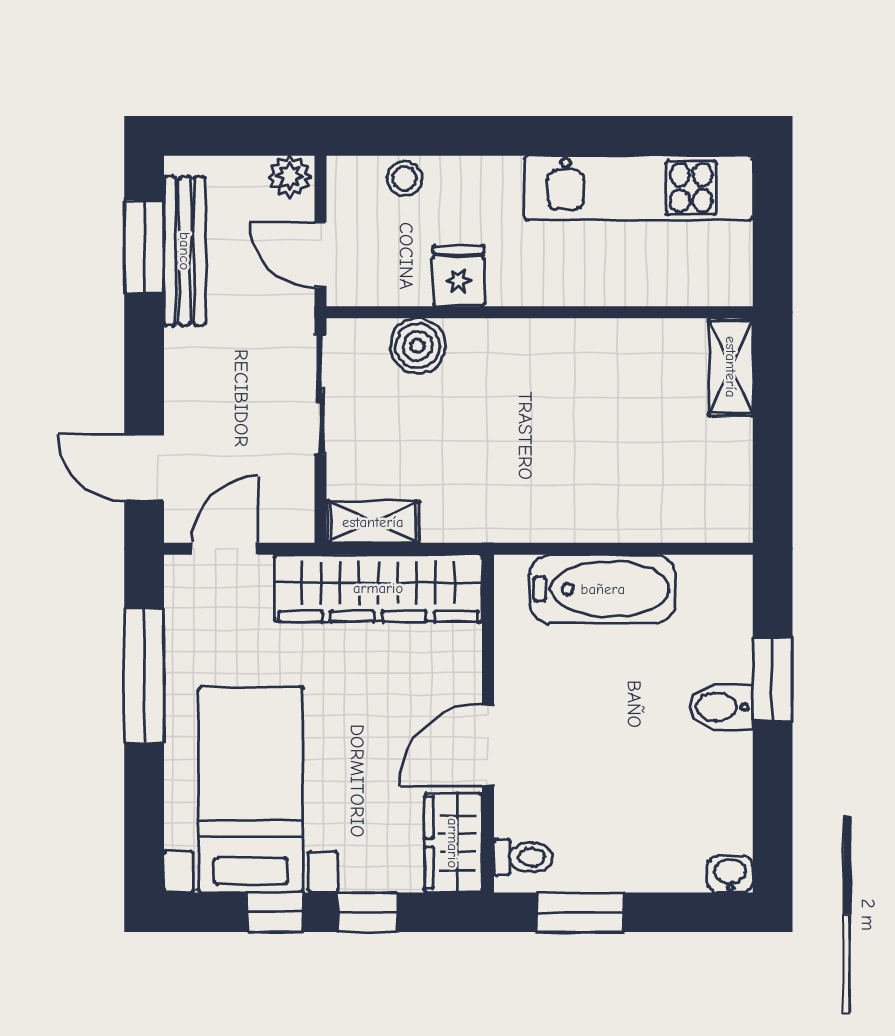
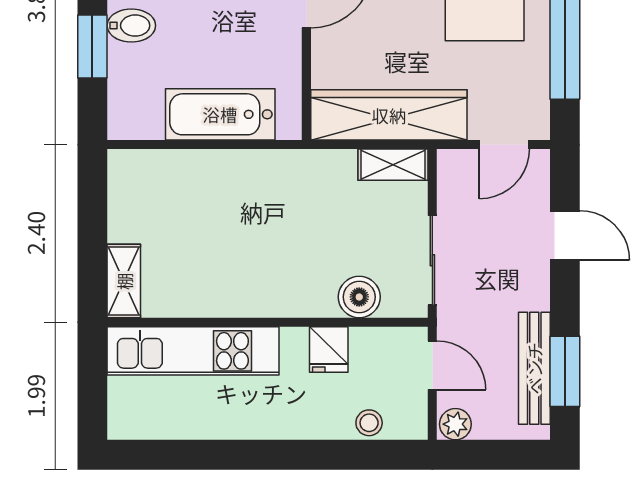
kitchen unit: (639, 188) -> (193, 351), moved, turned 180
door: (144, 468) -> (565, 235), moved

